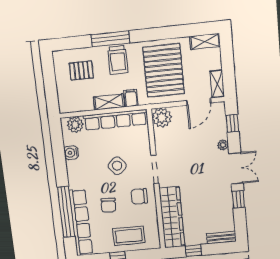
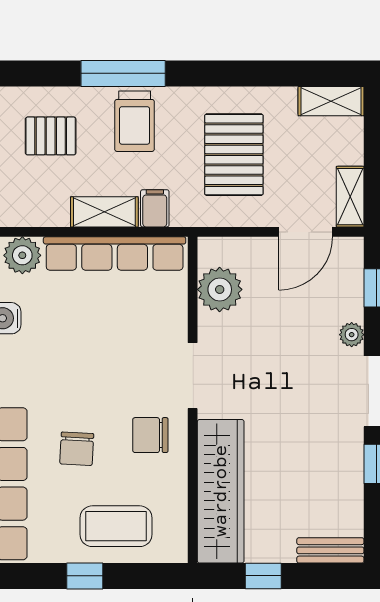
pallet: (164, 70) -> (234, 155), width x0.73, depth x0.71
plant: (162, 118) -> (220, 289), moved
side table: (117, 166) -> (107, 359), removed

